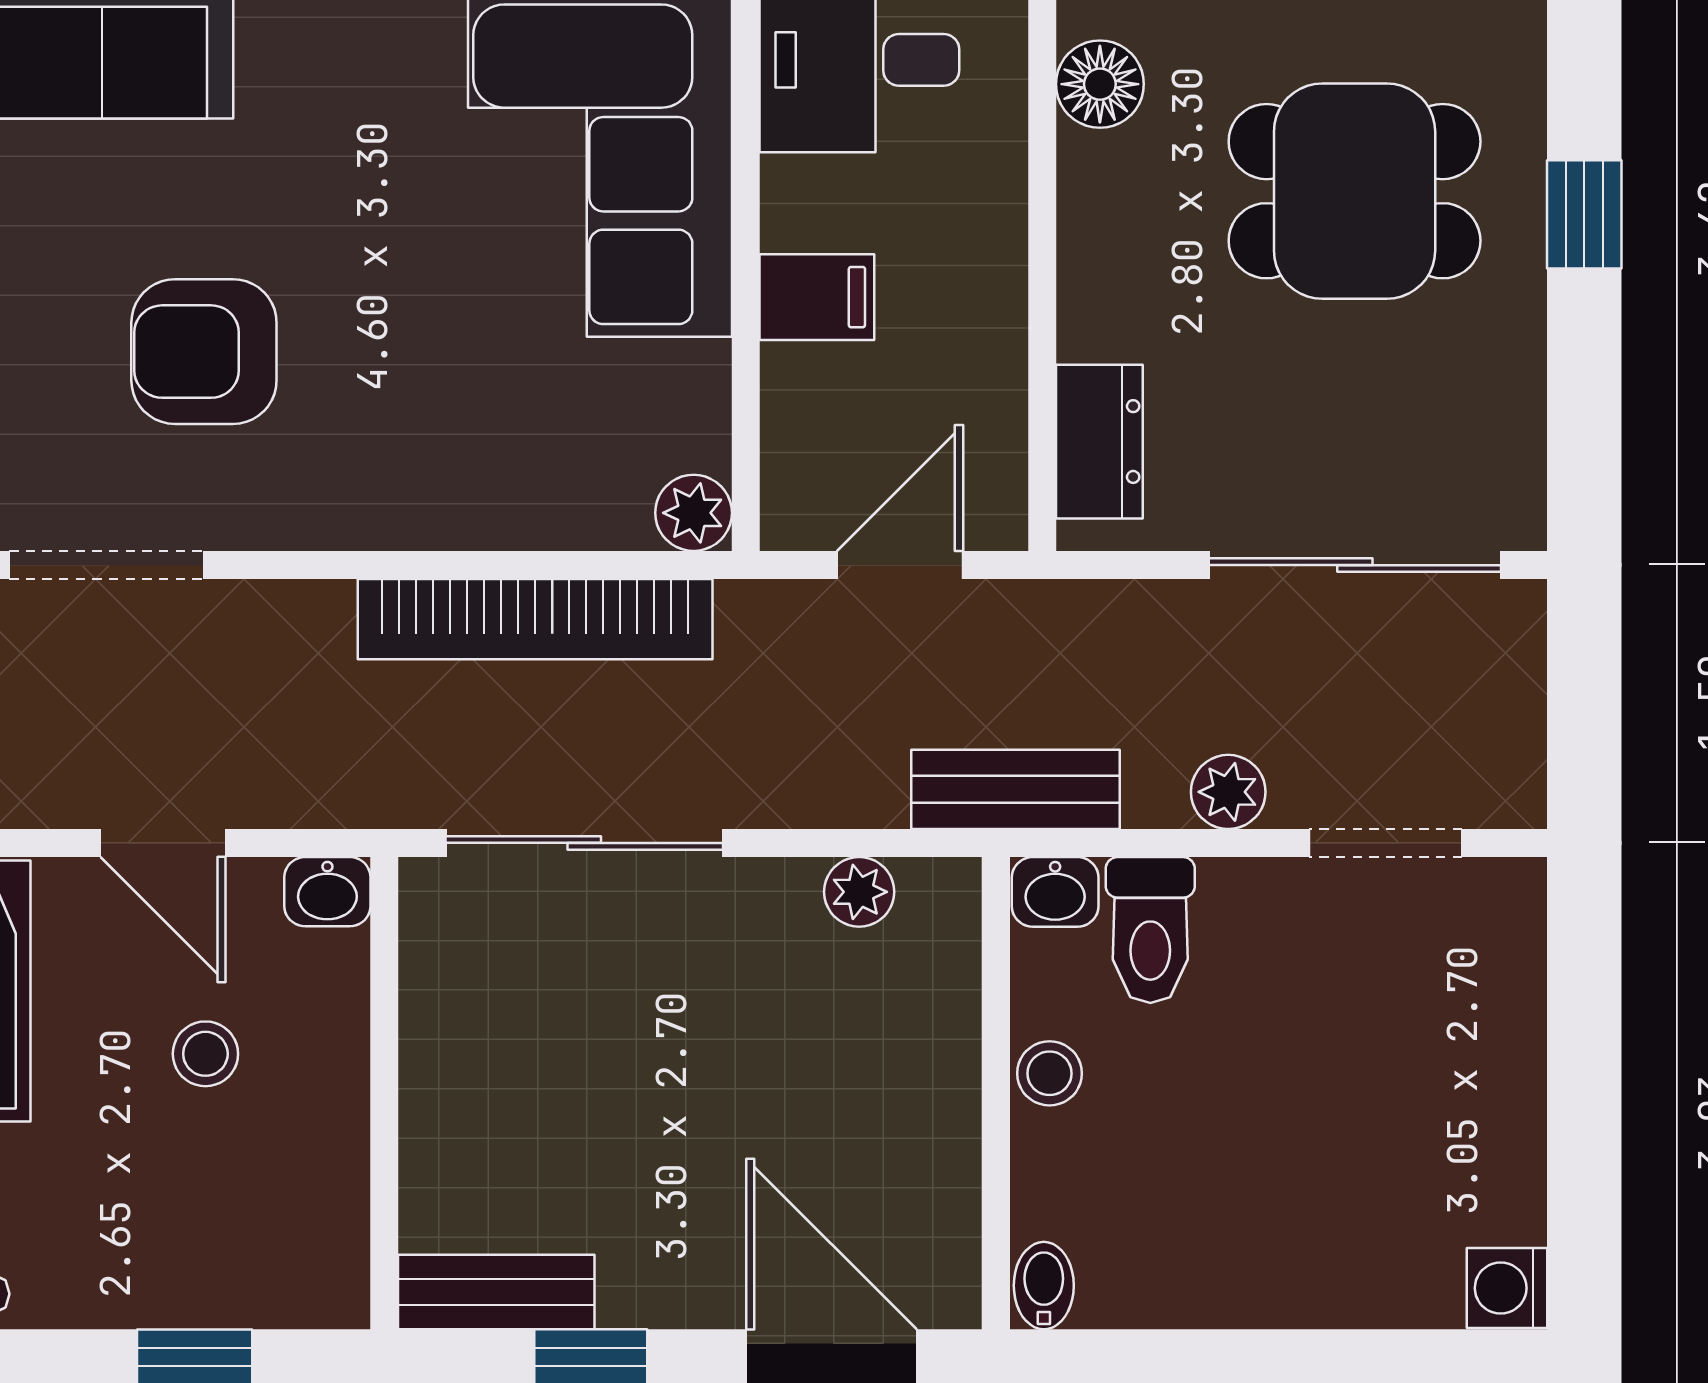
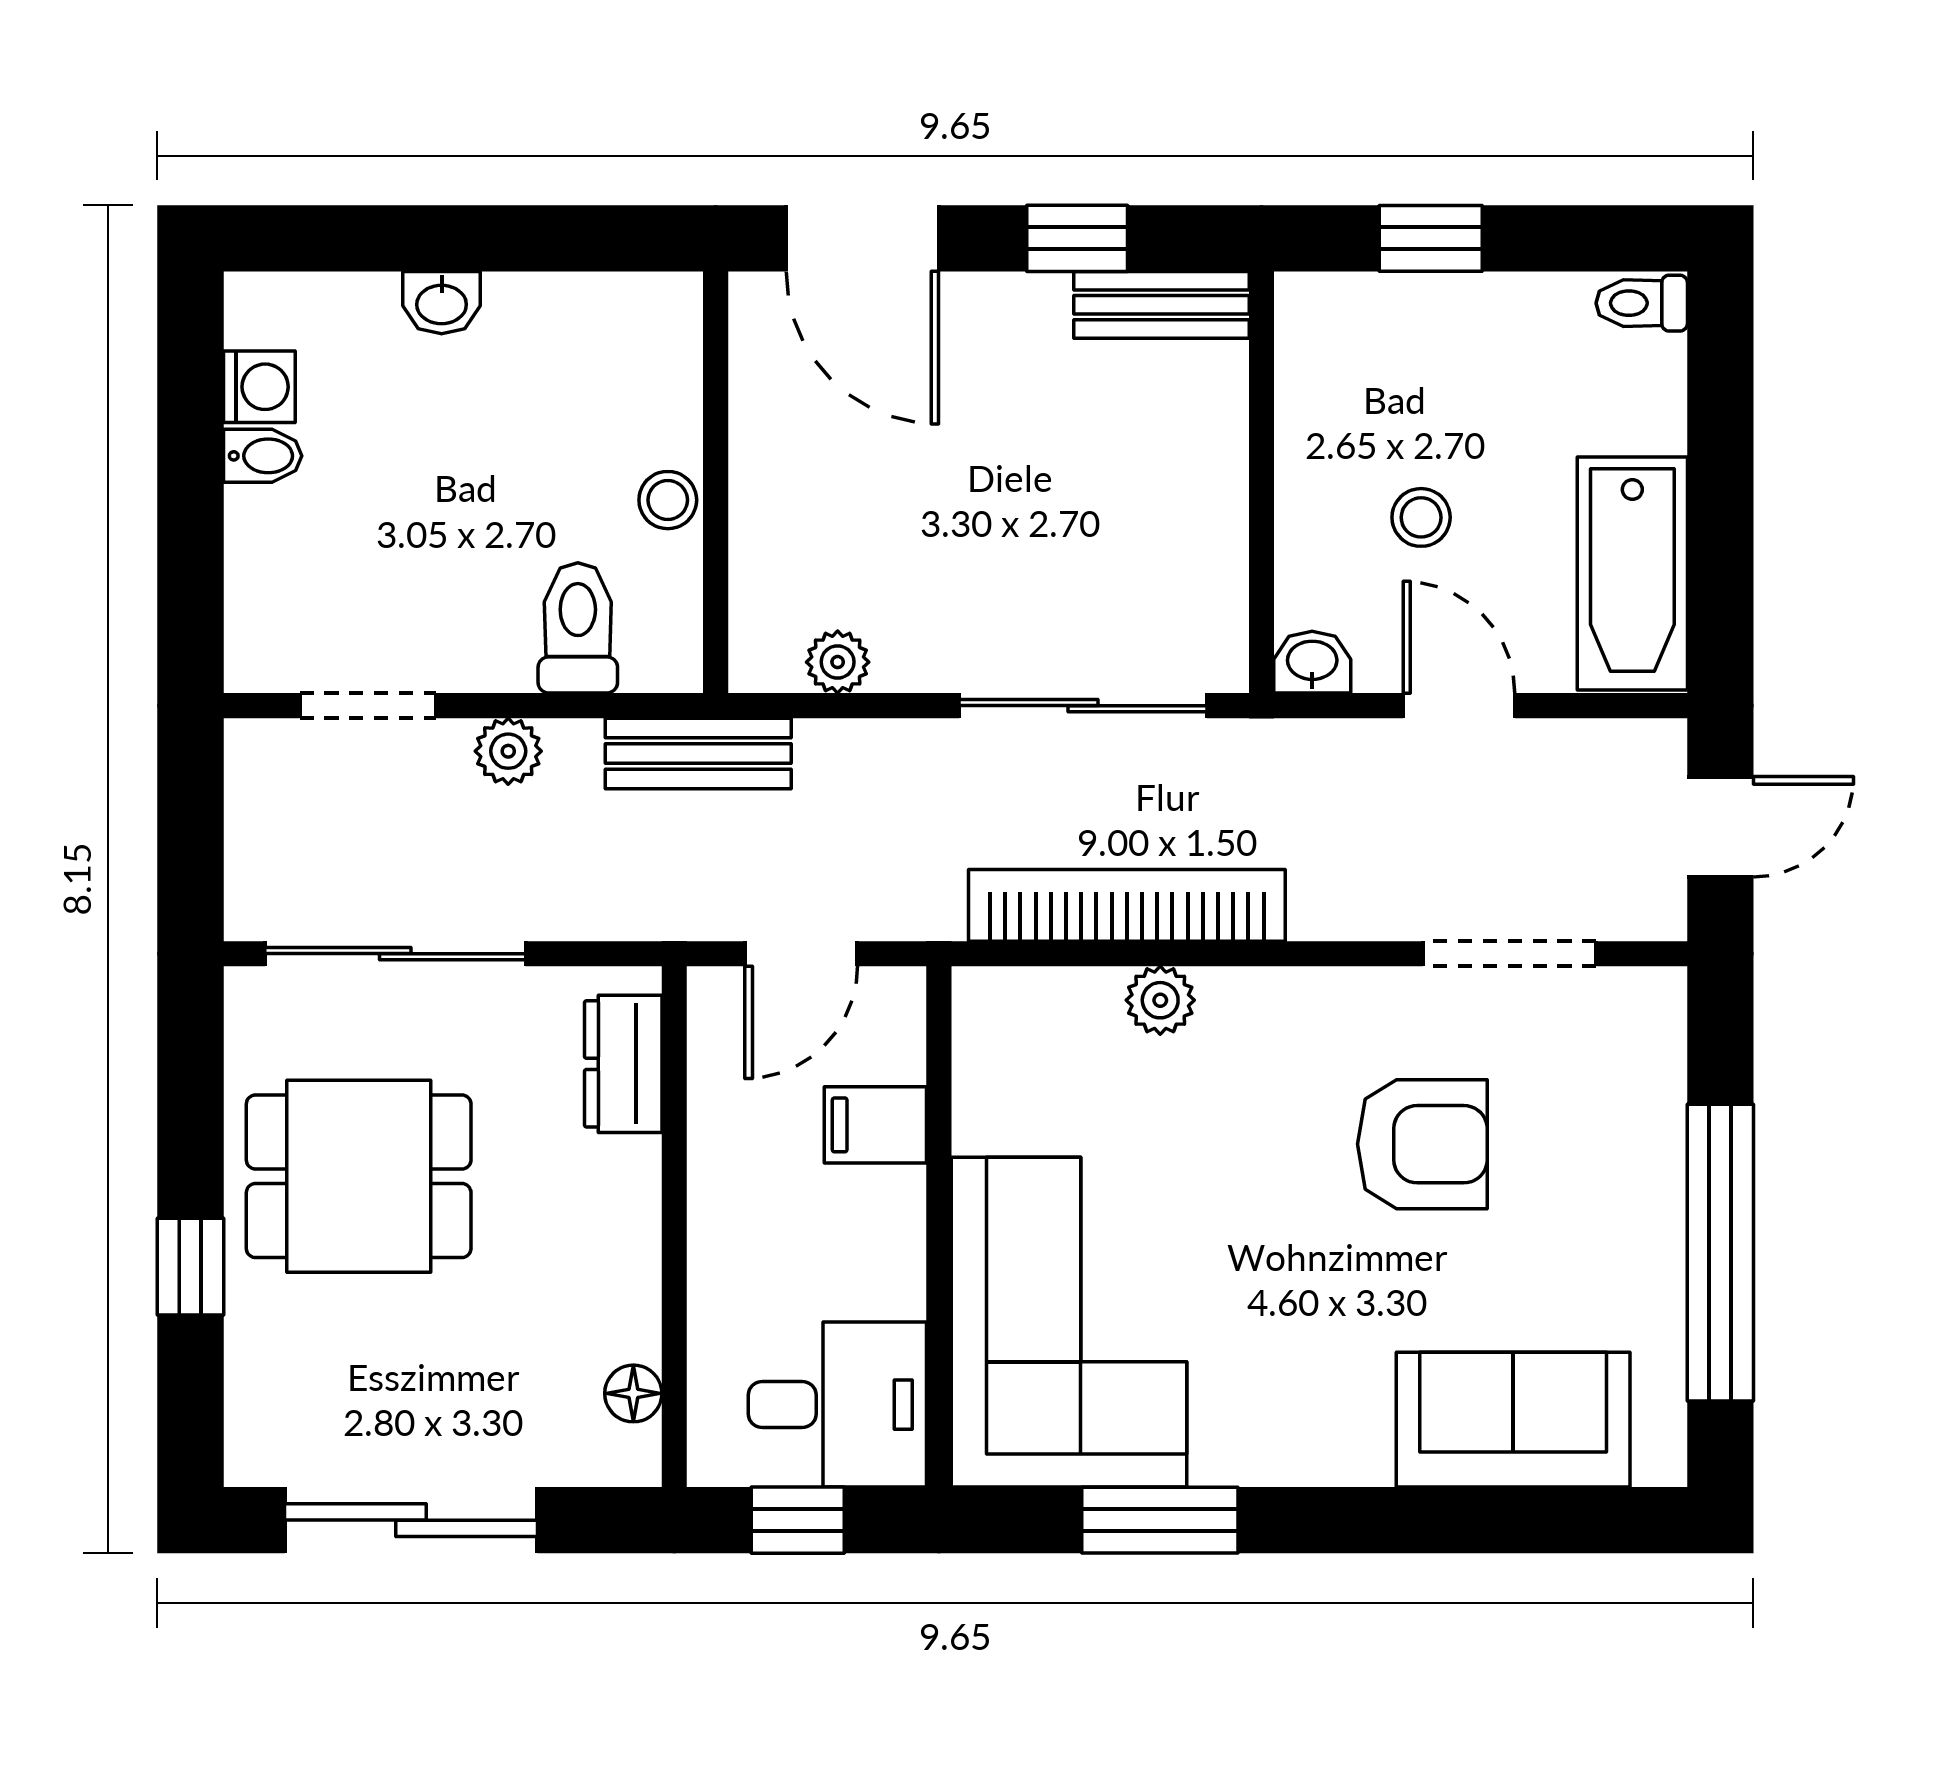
floor lamp: (1100, 84) -> (633, 1393), width x0.73, depth x0.73
dining table: (1355, 191) -> (359, 1176), moved
filing cabinet: (817, 297) -> (875, 1125), moved
plant: (694, 513) -> (1160, 1000), moved
washbasin: (1055, 892) -> (442, 303), moved, turned 180
bidet: (1044, 1286) -> (263, 456), moved, turned -90
washing machine: (1507, 1288) -> (259, 387), moved

